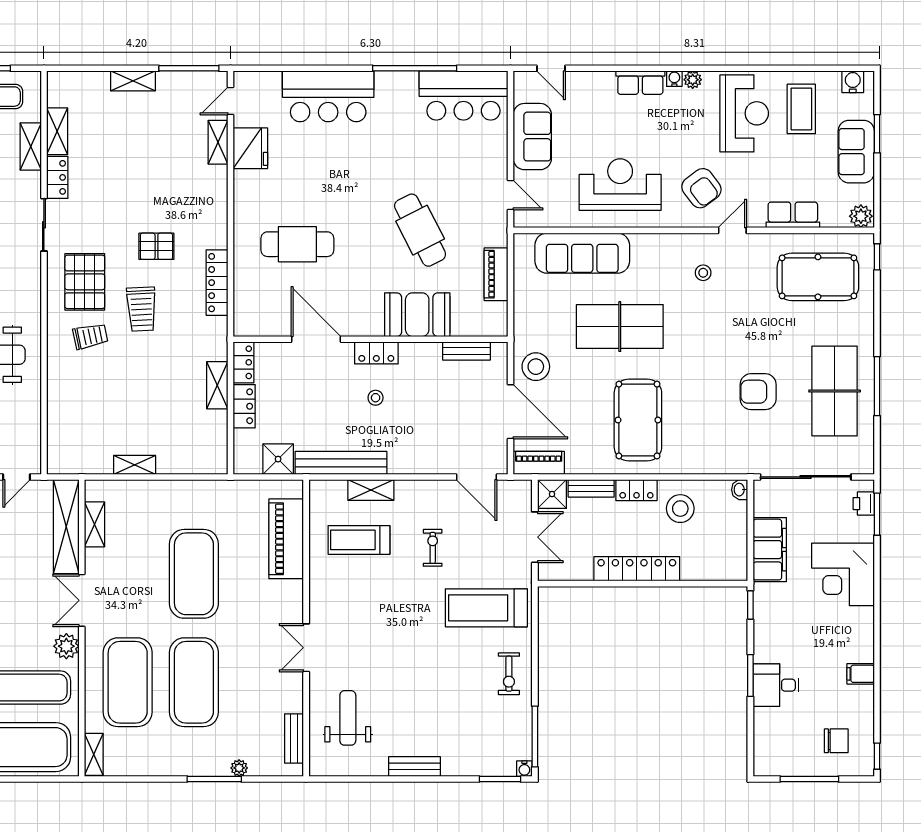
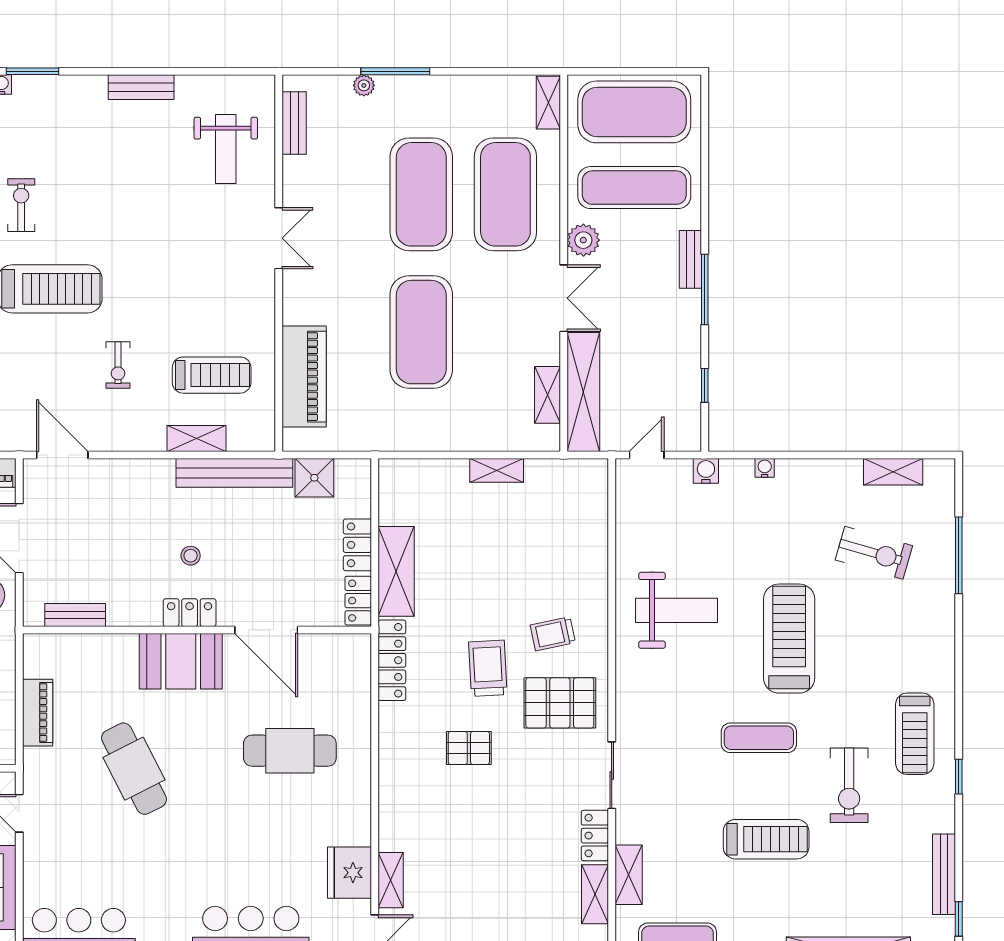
pallet: (85, 282) -> (560, 703), turned 90
locker: (217, 283) -> (392, 660), moved
booth: (417, 315) -> (181, 661), moved
shelving: (217, 385) -> (396, 571), width x1.50, depth x1.33

